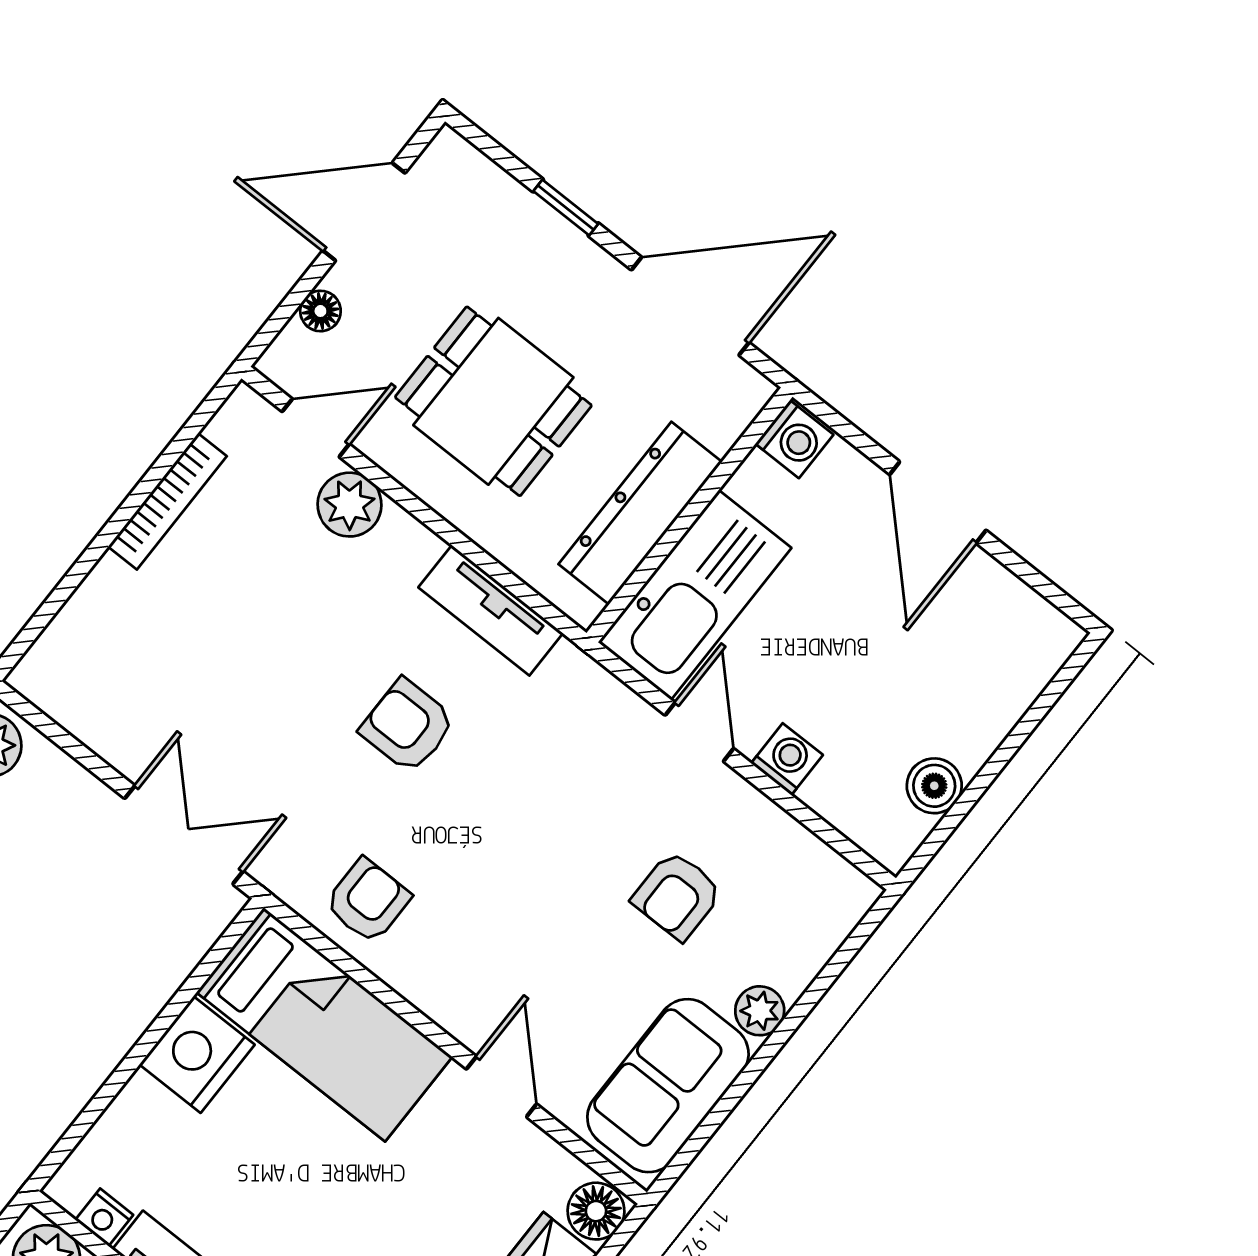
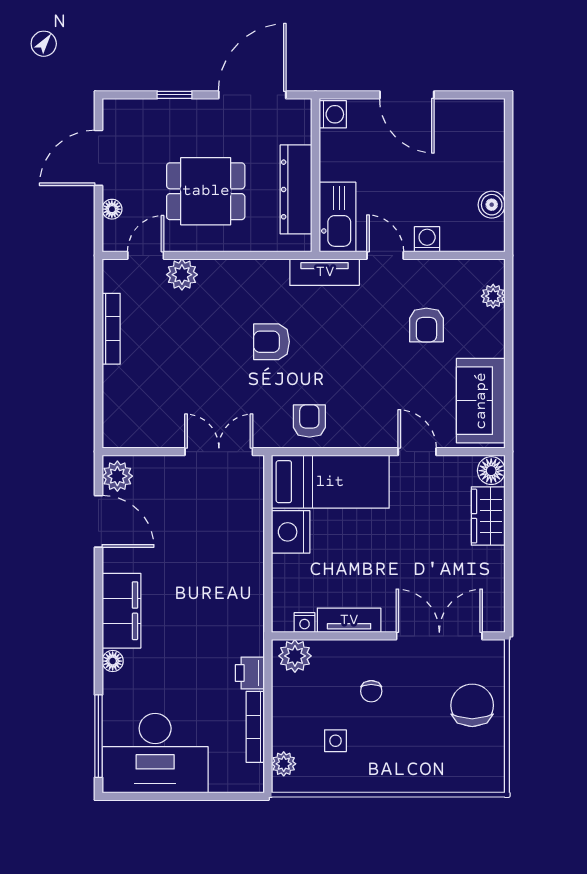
kitchen sink: (695, 595) -> (337, 217), width x0.73, depth x0.81
tv unit: (491, 610) -> (325, 272), moved
plant: (760, 1011) -> (493, 296), moved

